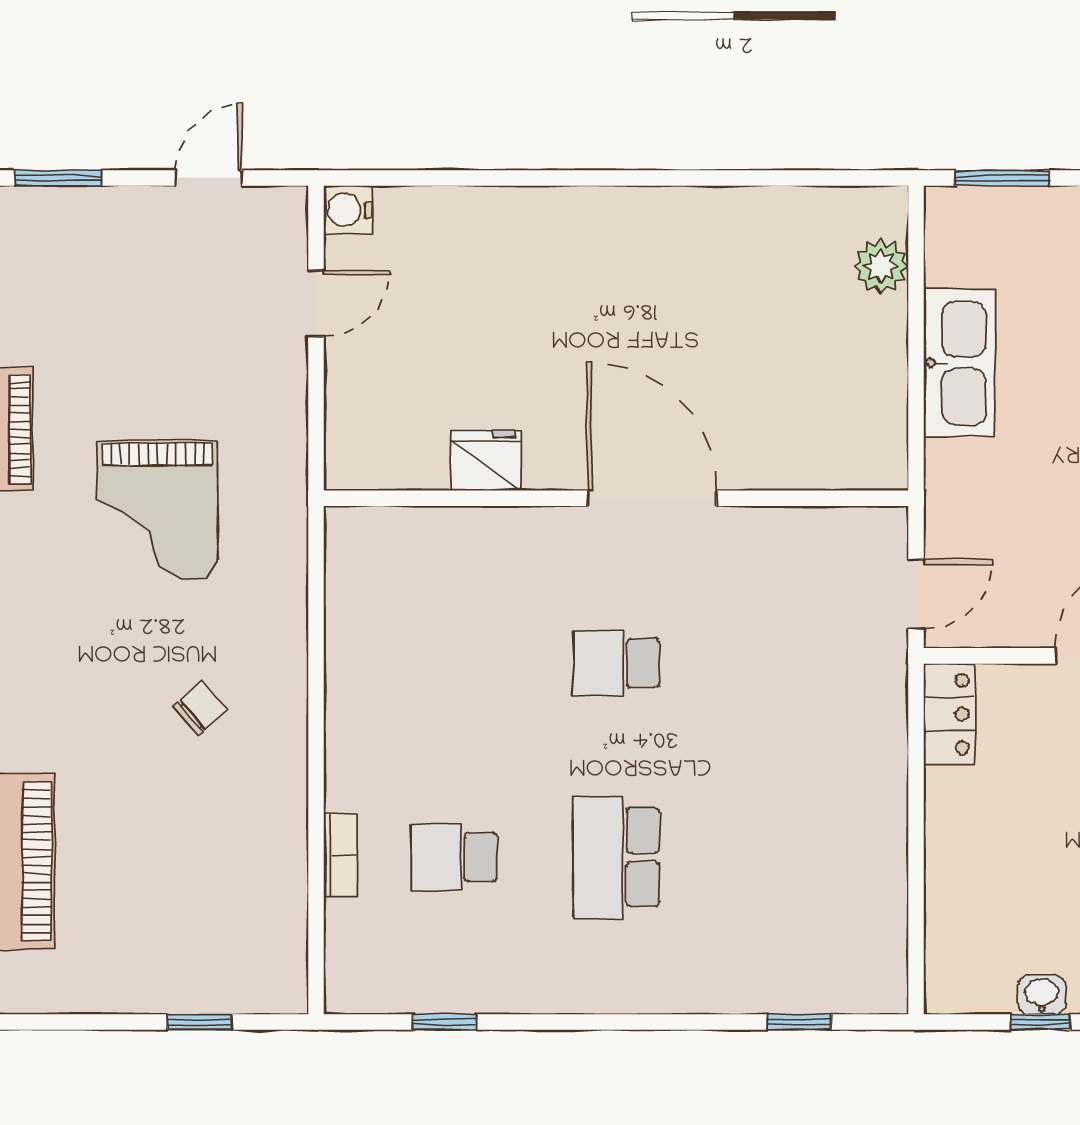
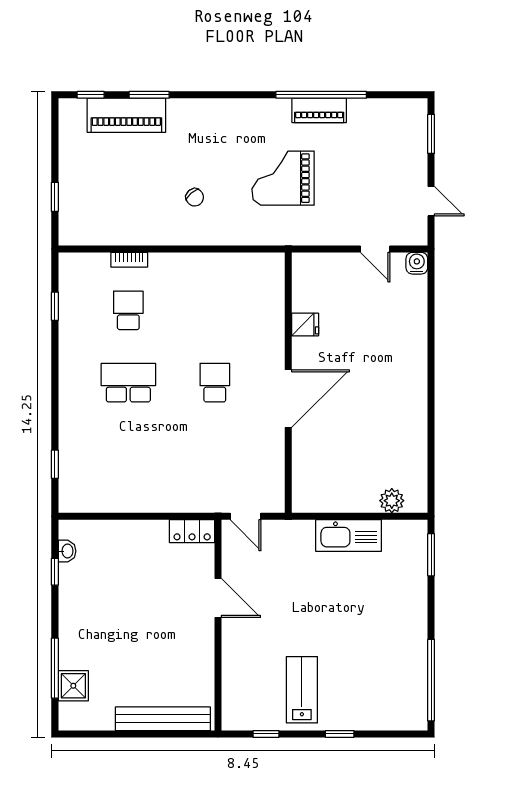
fridge: (486, 460) -> (305, 325), width x0.72
washbasin: (1042, 995) -> (67, 551), moved

